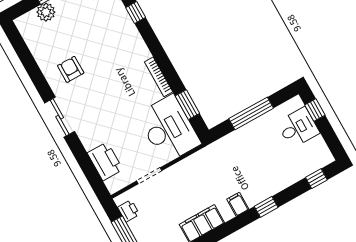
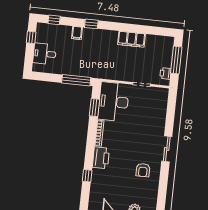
window: (315, 110) -> (31, 37), moved
window: (251, 113) -> (76, 80), moved
printer: (105, 161) -> (101, 158), moved, turned 180
filing cabinet: (238, 204) -> (77, 33), moved

